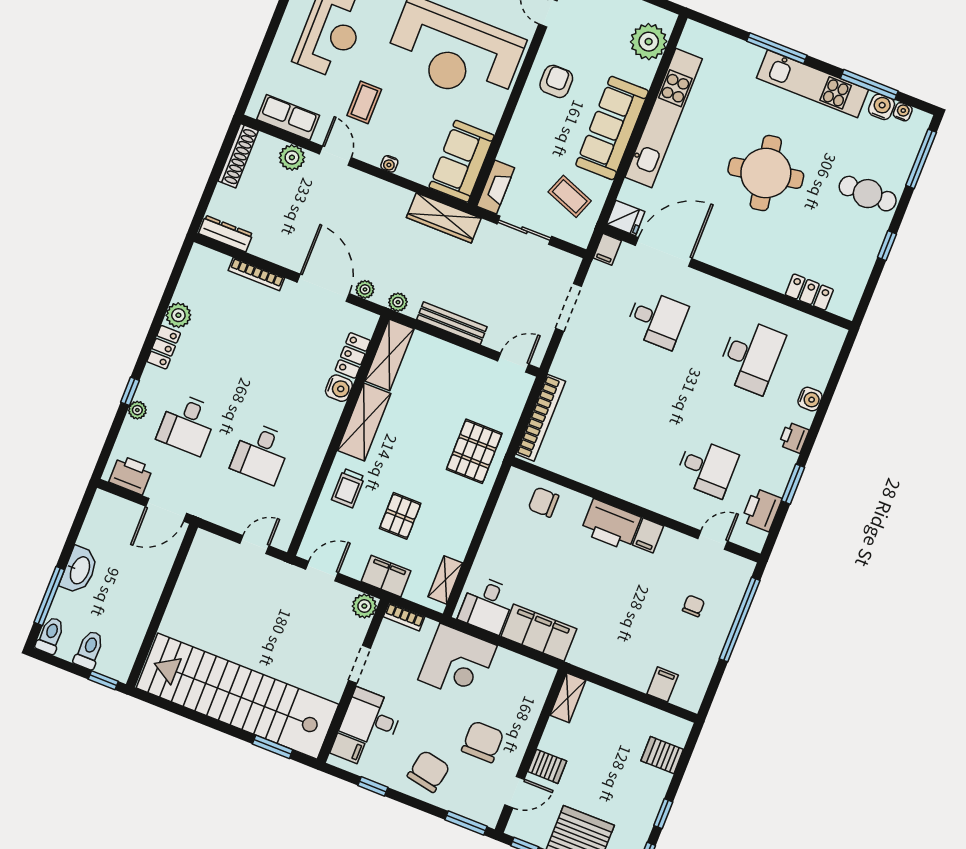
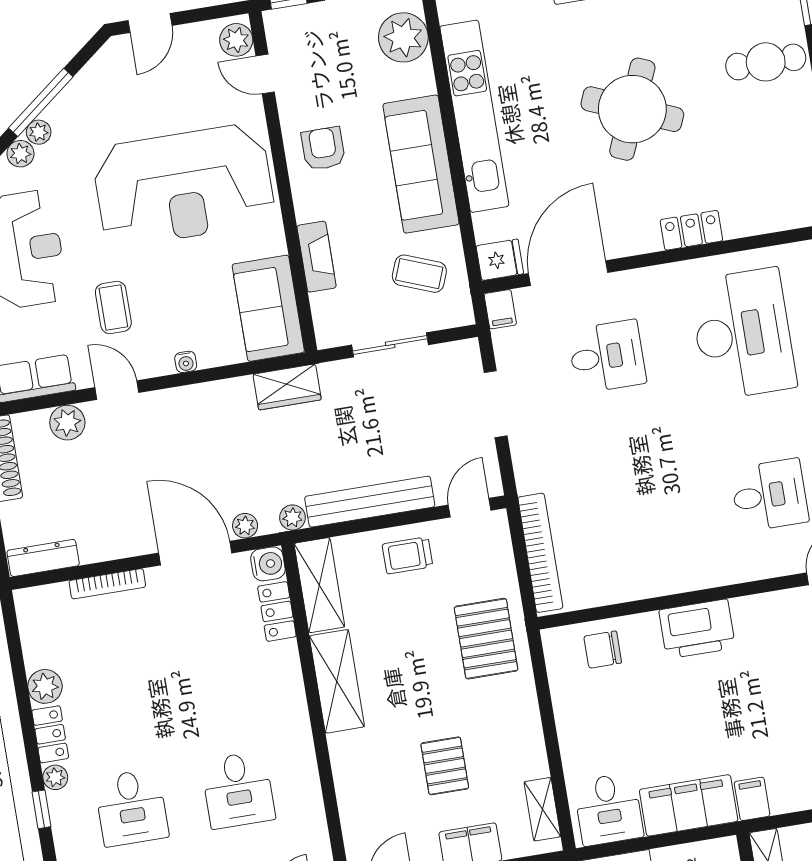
round table: (766, 173) -> (632, 109), turned 33
fireplace: (496, 187) -> (317, 257), moved
wardrobe: (444, 218) -> (287, 387), width x0.67
locker: (809, 292) -> (691, 230), moved
bench: (452, 323) -> (370, 502), width x1.37, depth x1.21
desk: (751, 356) -> (743, 334), width x1.36, depth x1.30
water cooler: (339, 388) -> (268, 564), moved
plant: (137, 410) -> (55, 777), moved
trolley: (348, 488) -> (407, 555), moved, turned 90
filing cabinet: (648, 535) -> (752, 799), moved, turned 180

